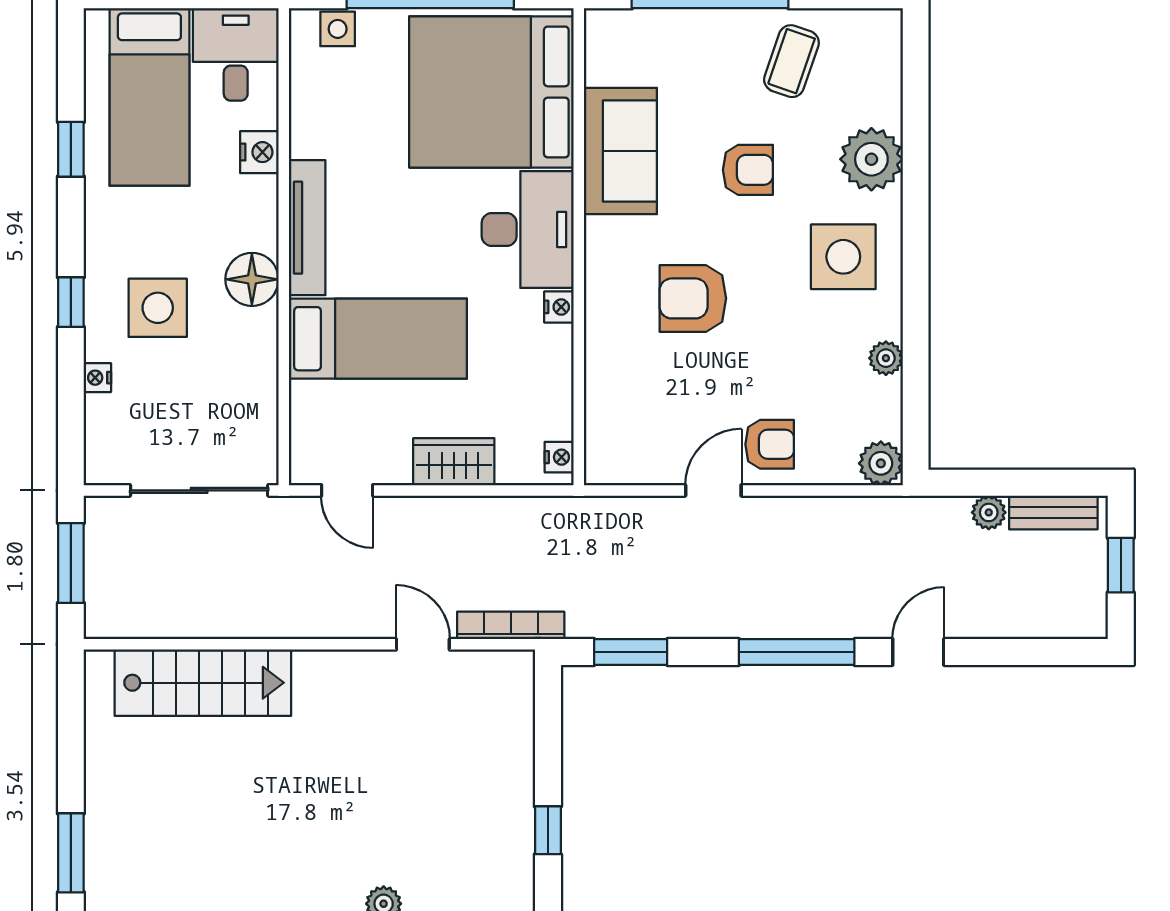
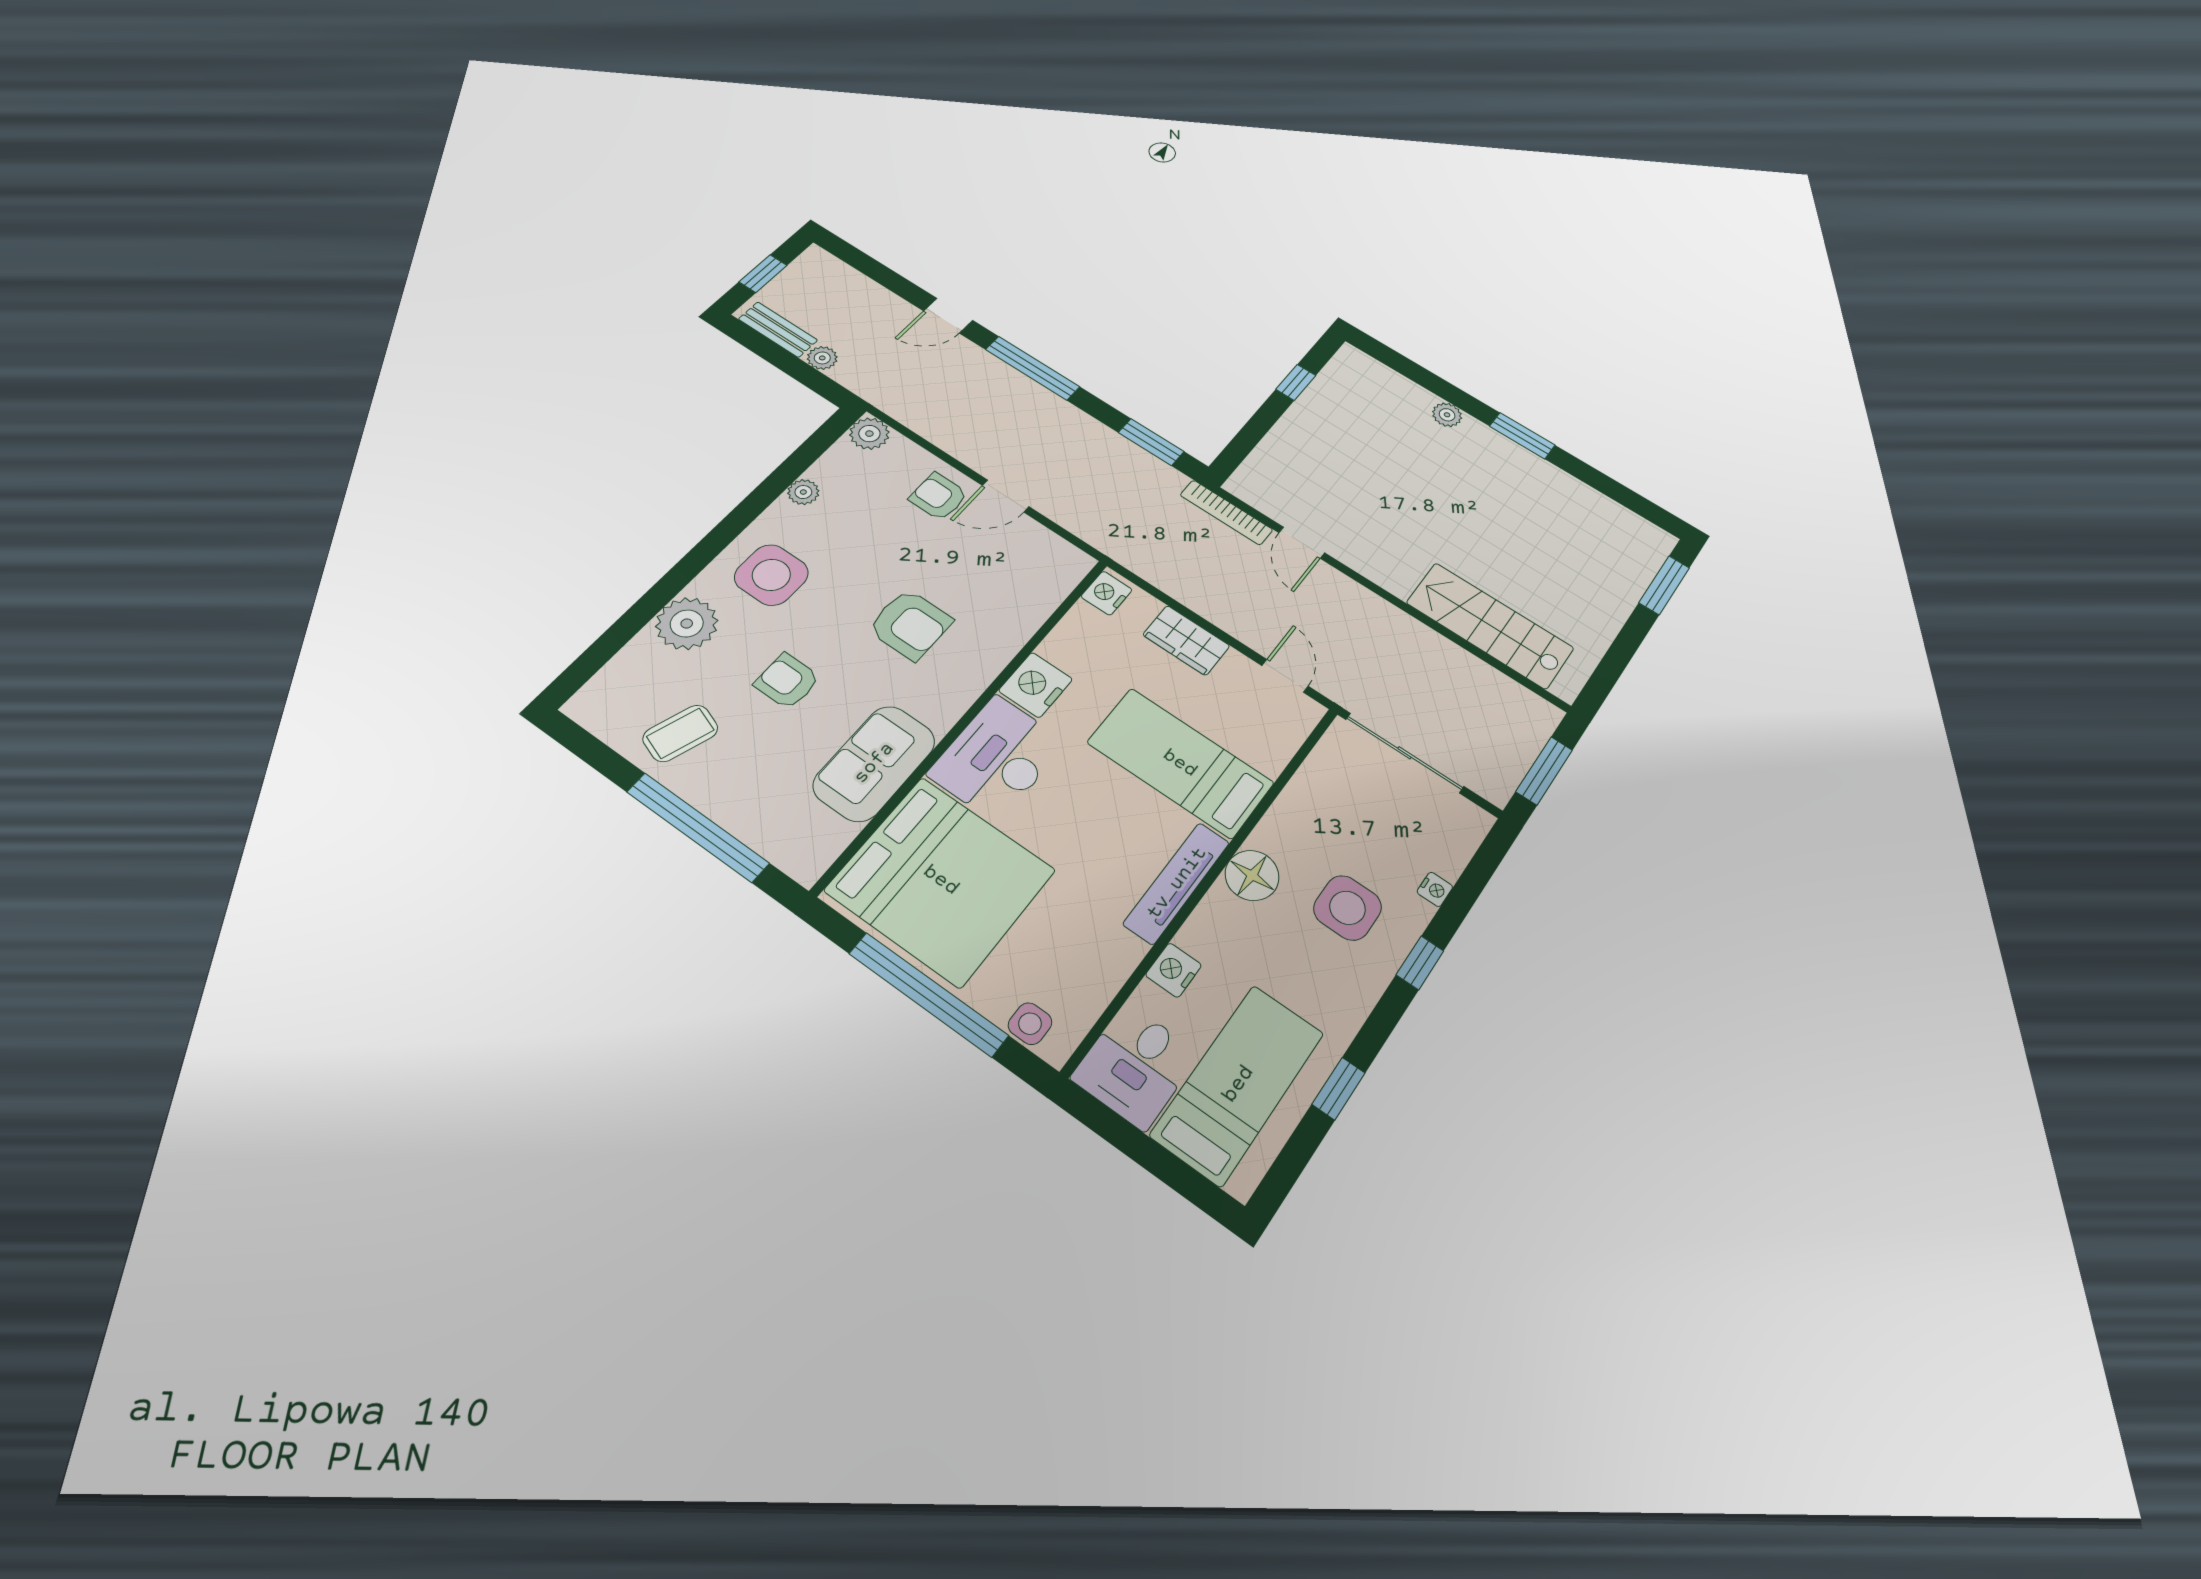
nightstand: (559, 307) -> (1036, 685), width x1.89, depth x1.79
nightstand: (559, 457) -> (1107, 593), width x1.39, depth x1.35

